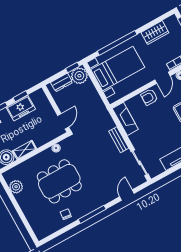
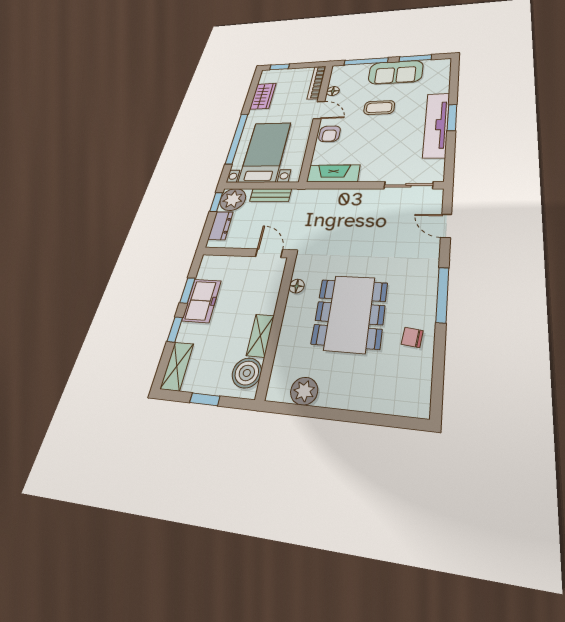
bench: (119, 140) -> (271, 195), moved

